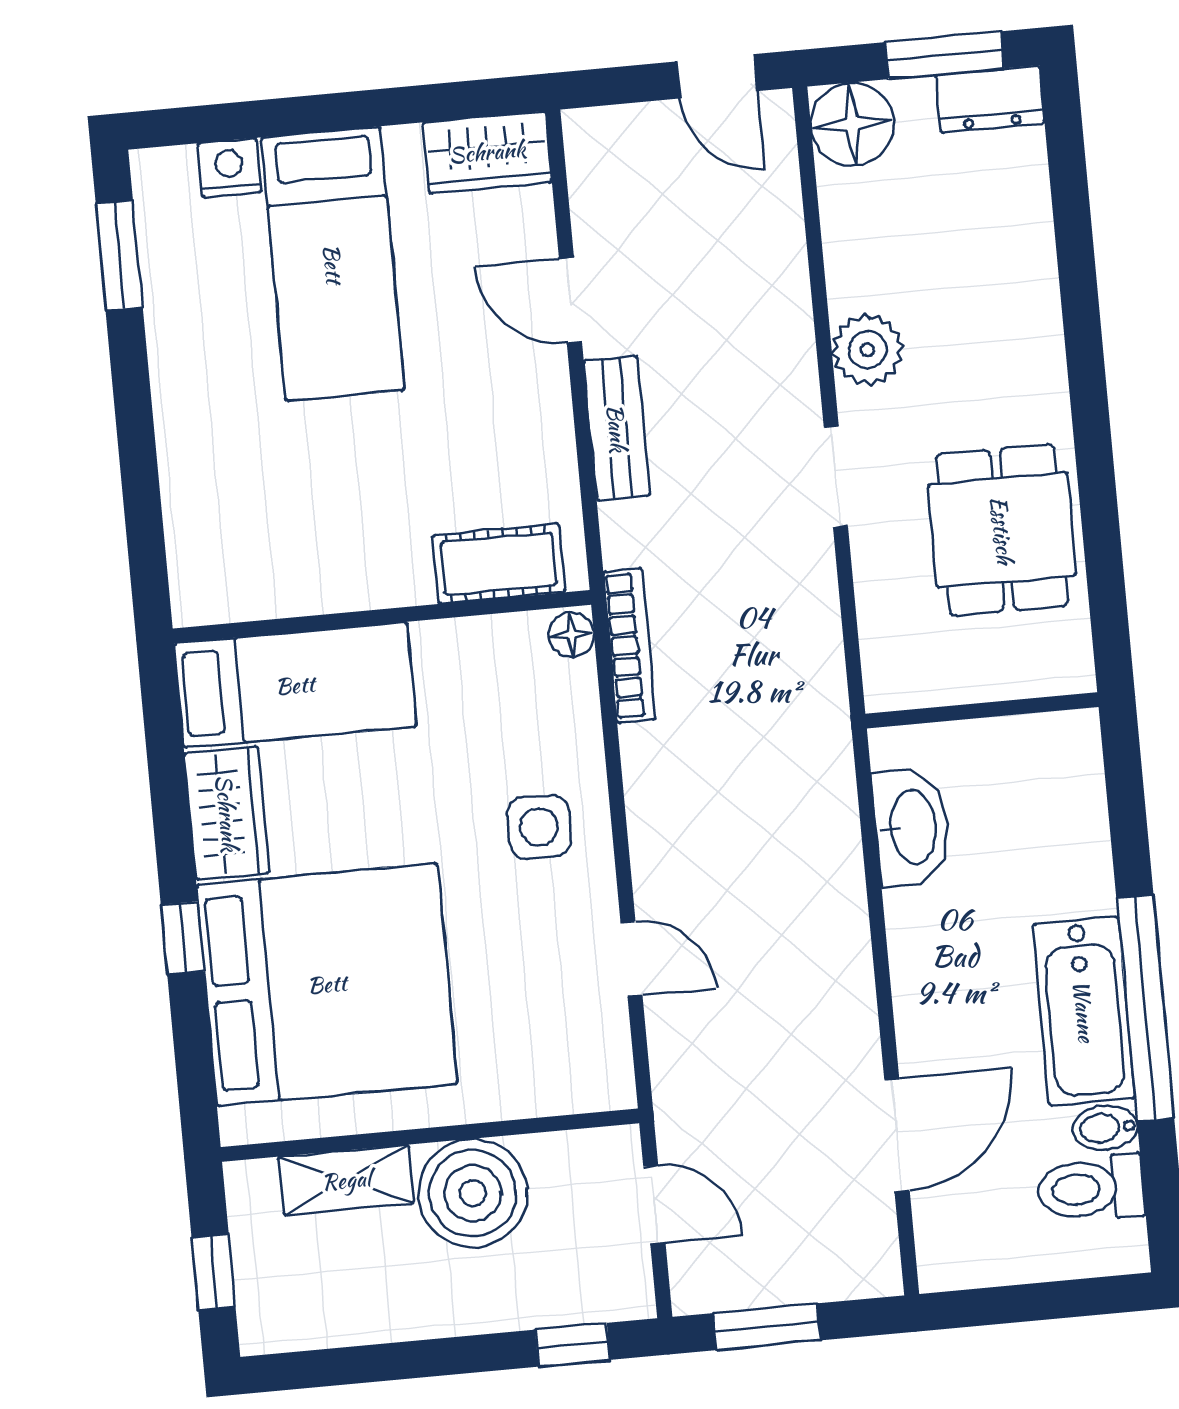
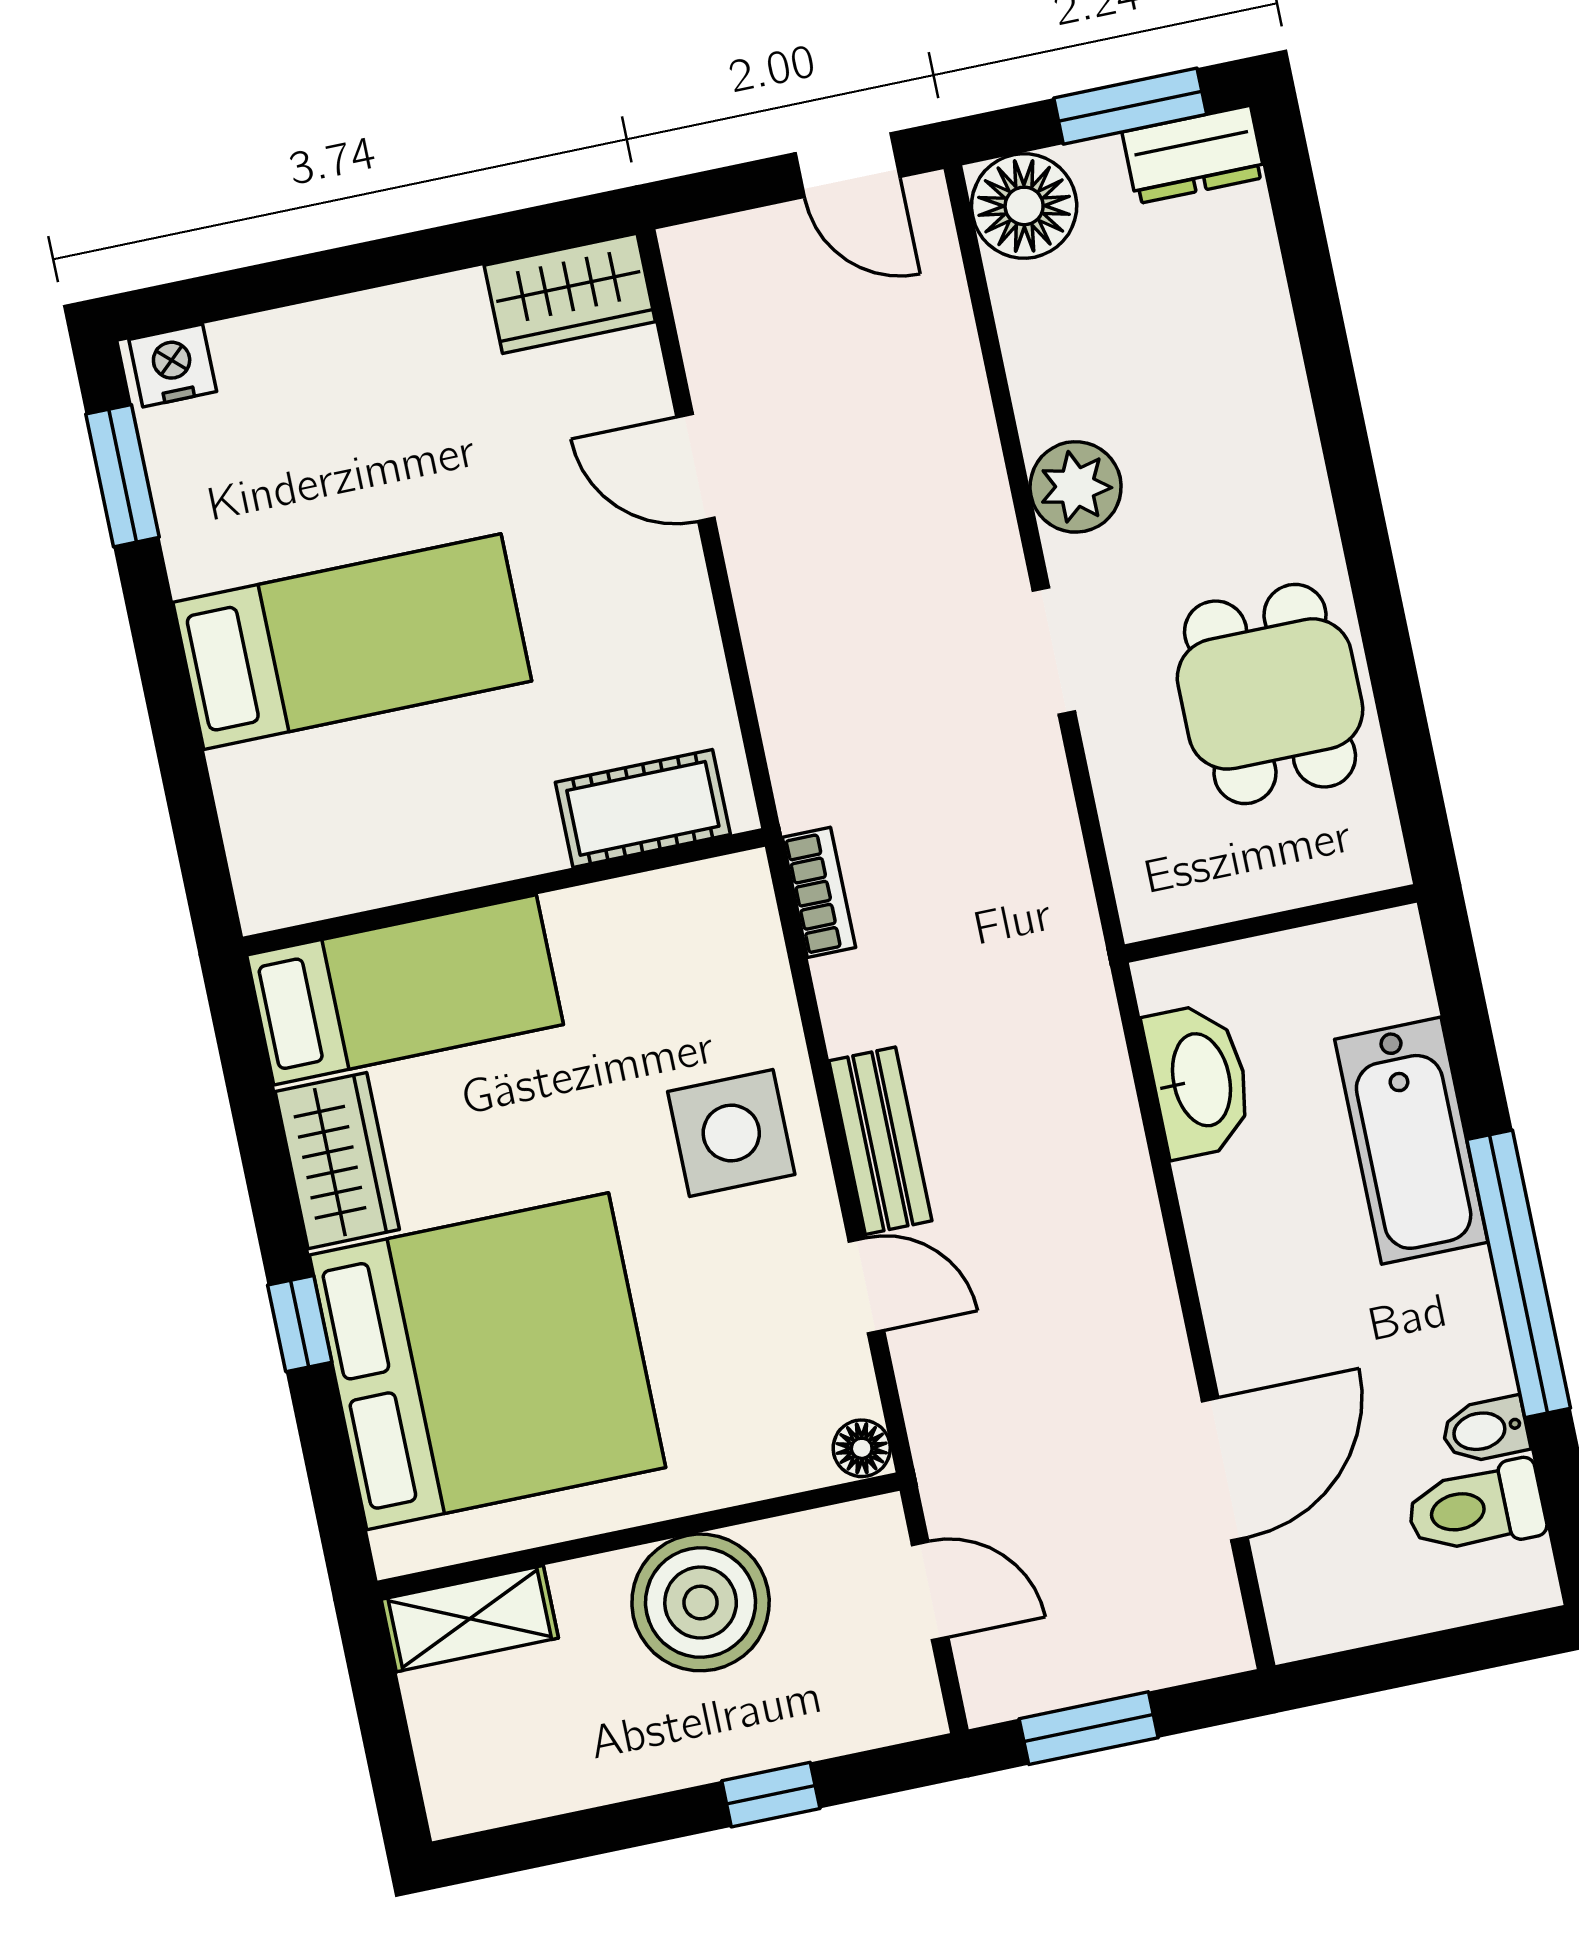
nightstand: (229, 168) -> (173, 366), moved
bed: (333, 264) -> (352, 642), moved, turned -90
bench: (617, 428) -> (880, 1141), moved
floor lamp: (571, 635) -> (862, 1448), moved
bookcase: (629, 646) -> (819, 892), width x0.64
side table: (539, 827) -> (731, 1133), width x1.37, depth x1.37
bathtub: (1084, 1011) -> (1411, 1141), moved
shelving: (346, 1180) -> (470, 1619), moved
window: (214, 1272) -> (386, 1739), removed
window: (573, 1345) -> (771, 1795), moved

